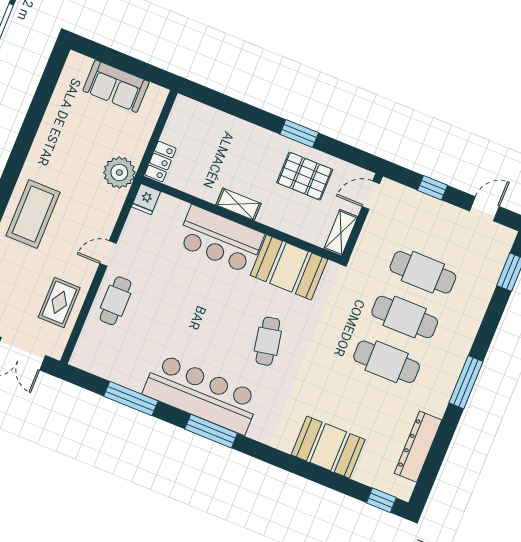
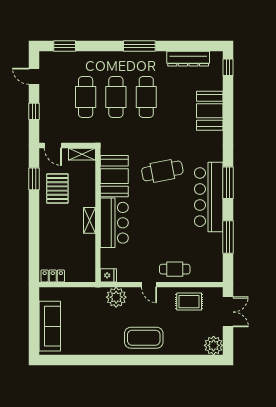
sofa: (116, 86) -> (50, 326), width x1.36
window: (299, 134) -> (34, 179), moved
locker: (160, 162) -> (53, 276), moved
plant: (119, 173) -> (116, 297), moved
cafe table: (268, 341) -> (162, 171), width x1.37, depth x1.35

